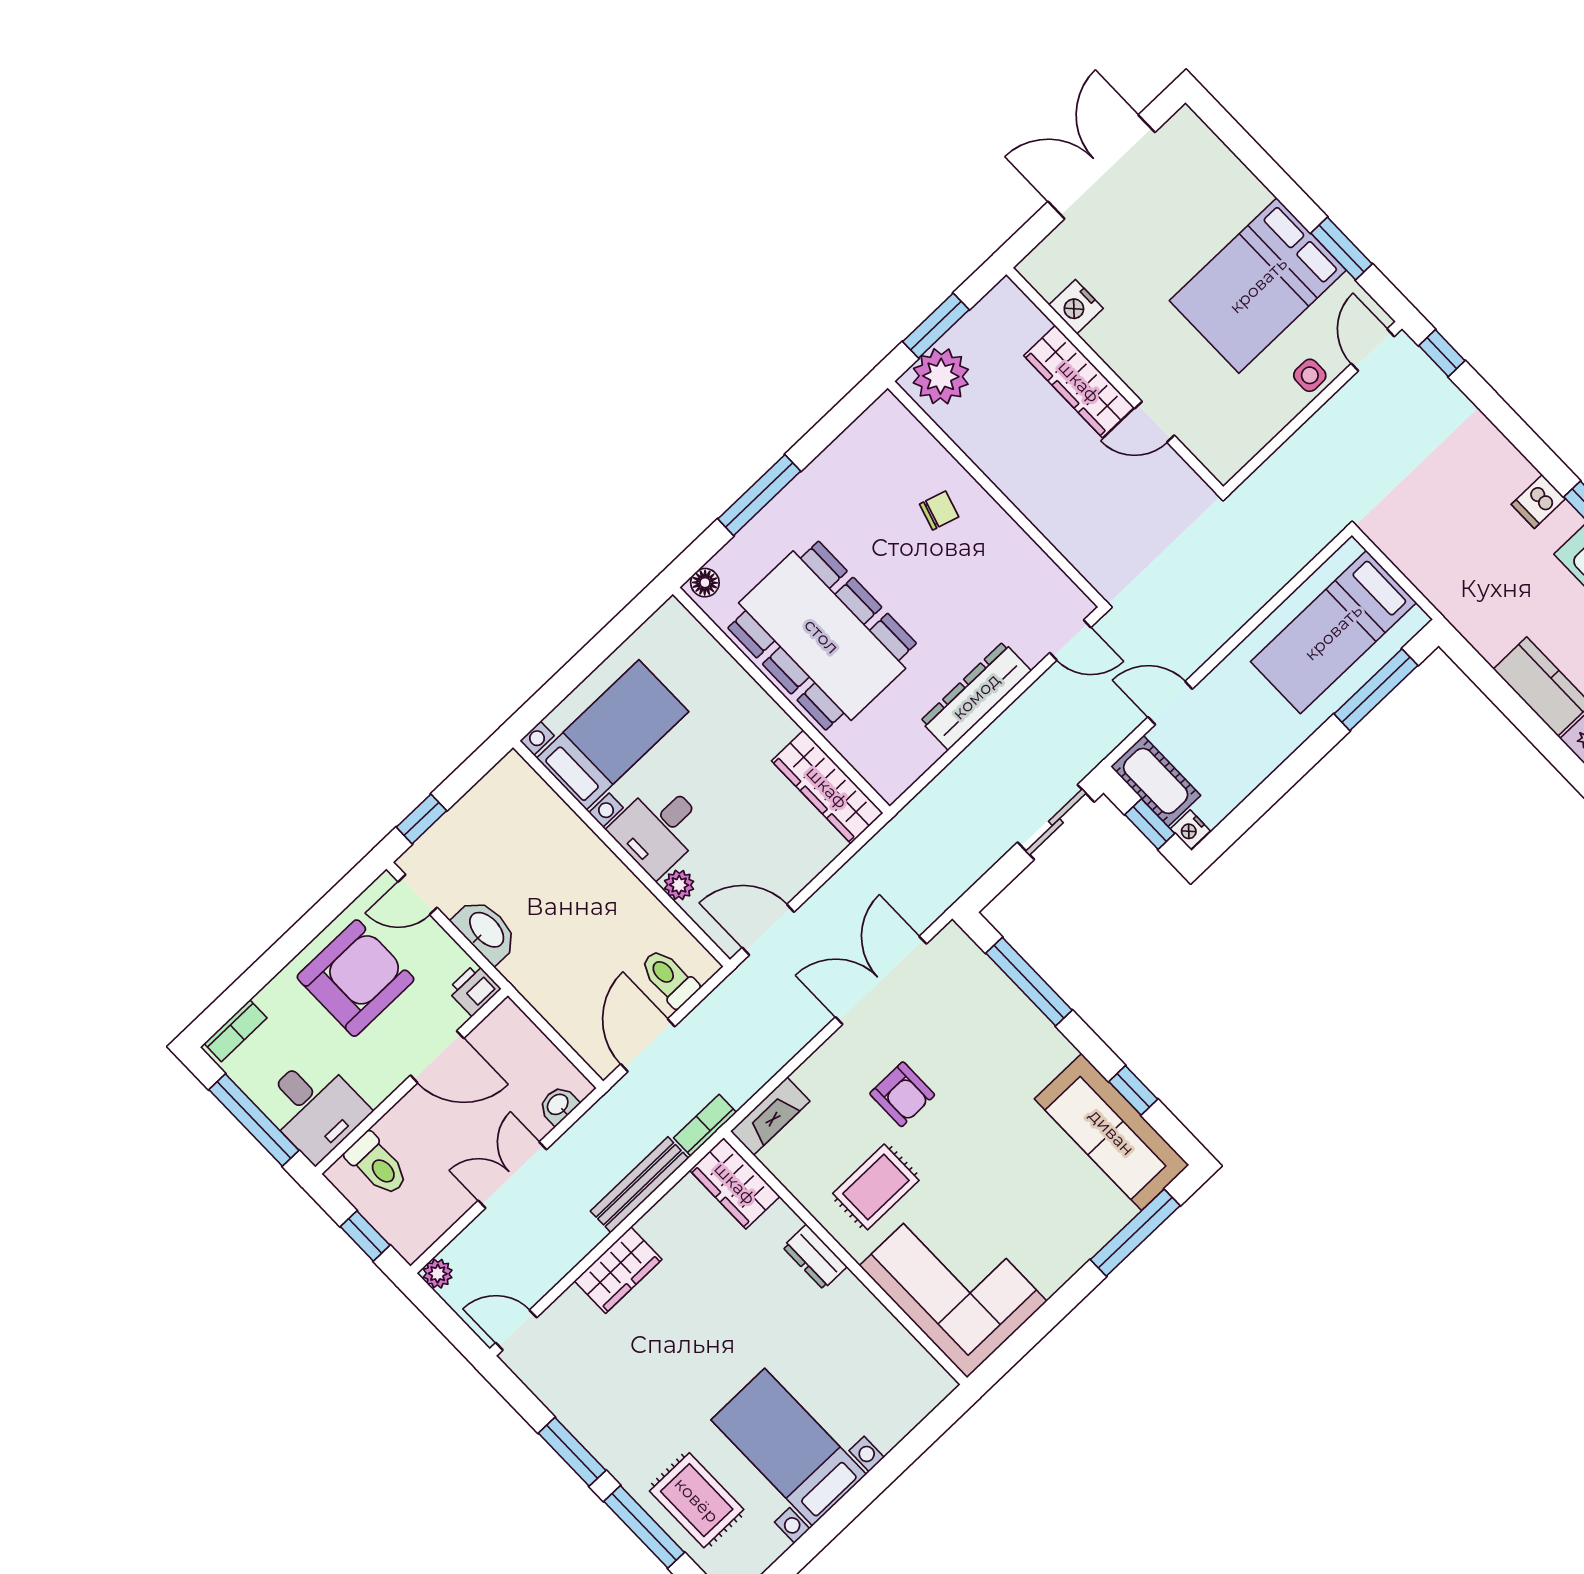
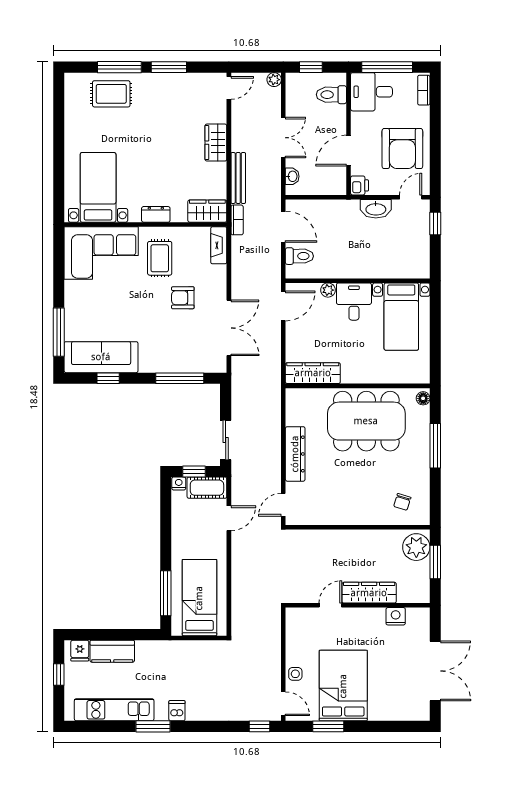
chair: (939, 510) -> (402, 502), moved
bed with nightstands: (789, 1447) -> (98, 187), moved, turned -90

